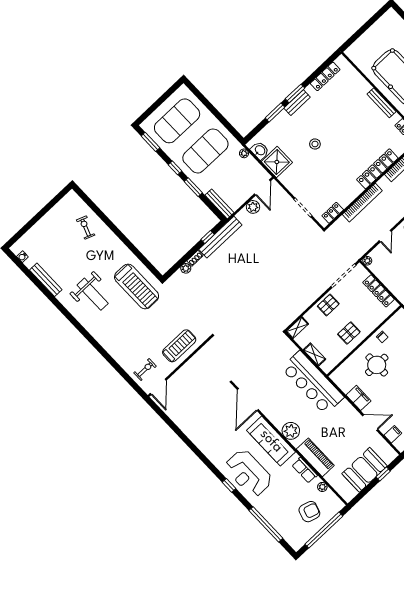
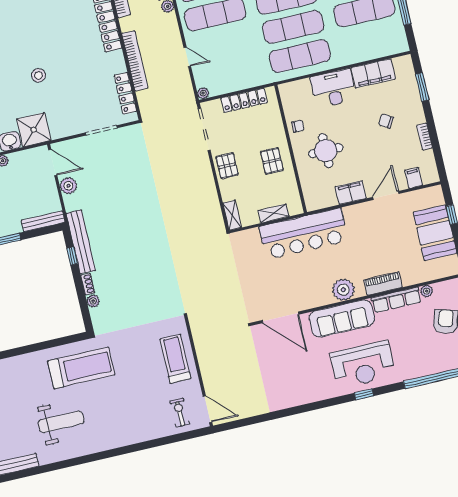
locker: (333, 213) -> (125, 93), width x1.53
piano: (315, 457) -> (383, 284), width x0.73, depth x0.75
row of seats: (305, 470) -> (396, 300), width x1.48

